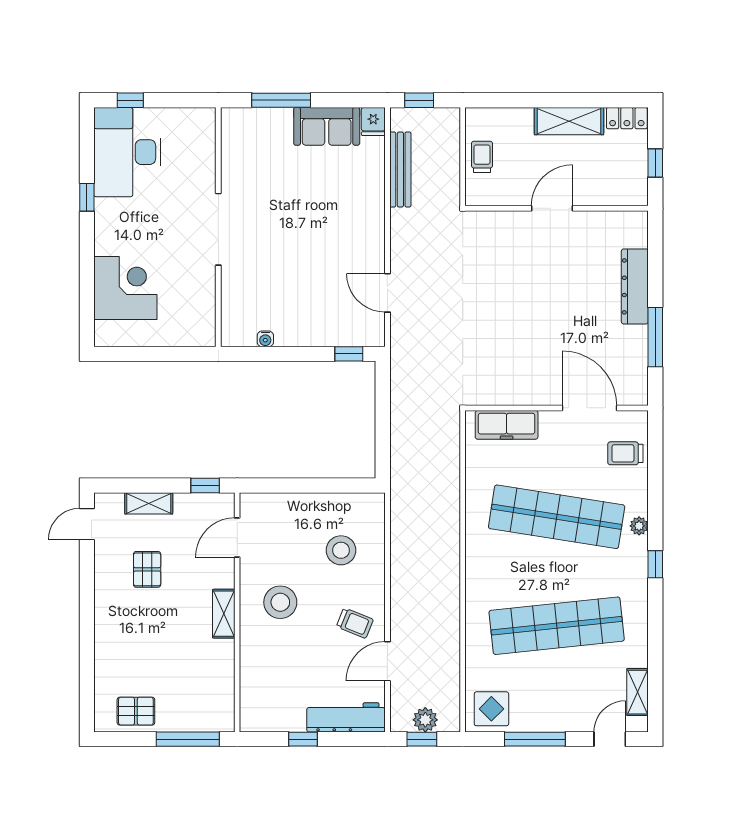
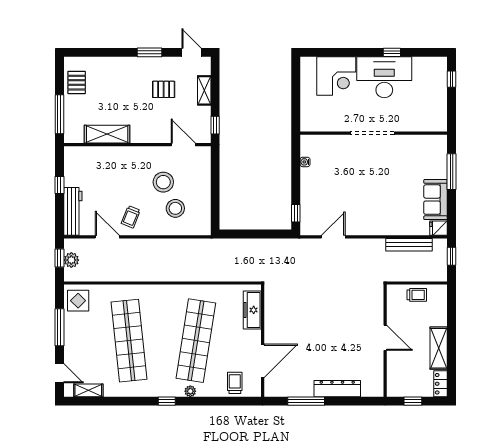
desk: (127, 152) -> (384, 77), moved
window: (87, 592) -> (149, 52), added
stool: (280, 602) -> (163, 182), moved
shelving: (224, 614) -> (107, 134), moved, width x1.50, depth x1.33

